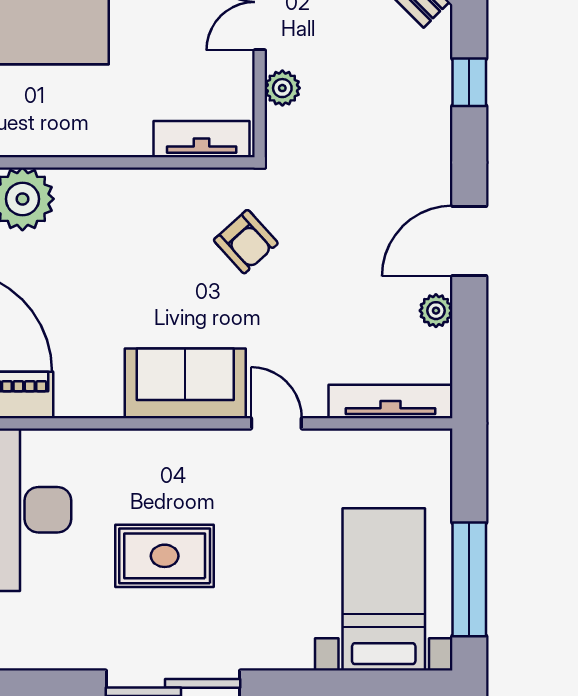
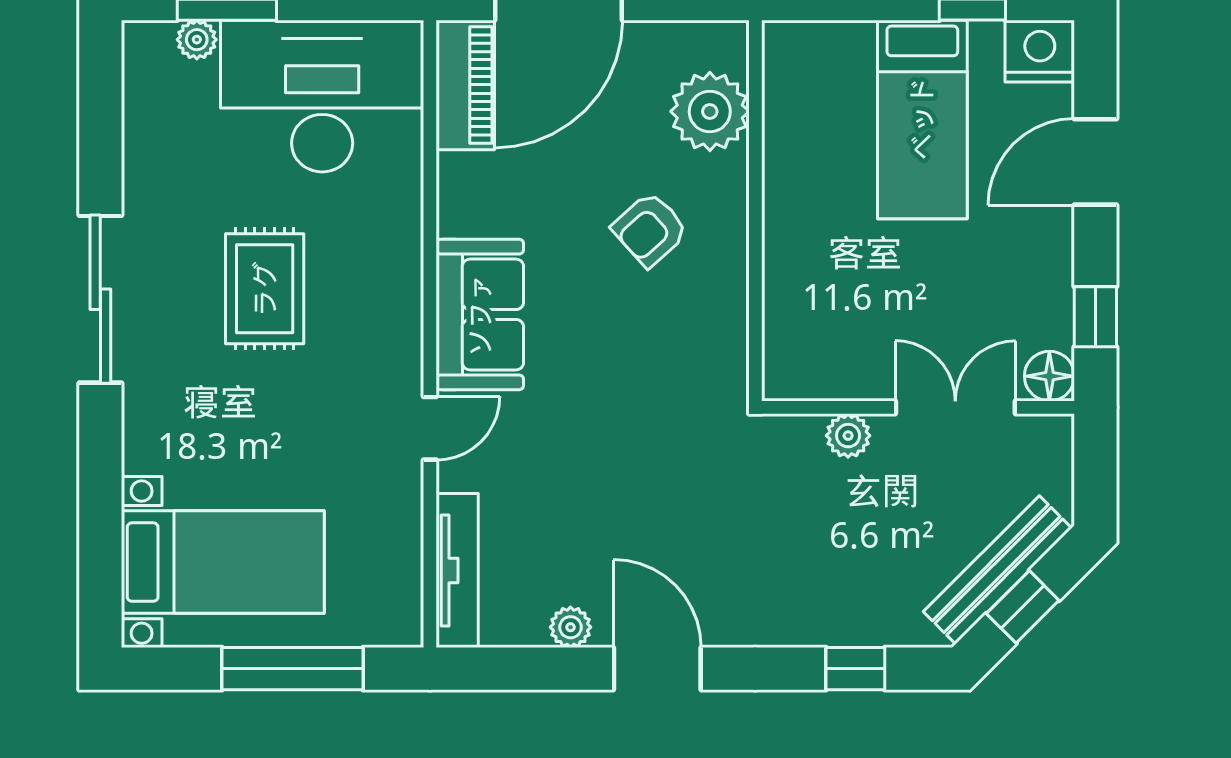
tv unit: (202, 139) -> (784, 335), removed
armchair: (246, 242) -> (650, 229), moved
window: (469, 579) -> (293, 669), moved

